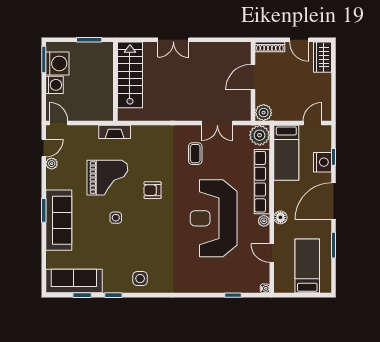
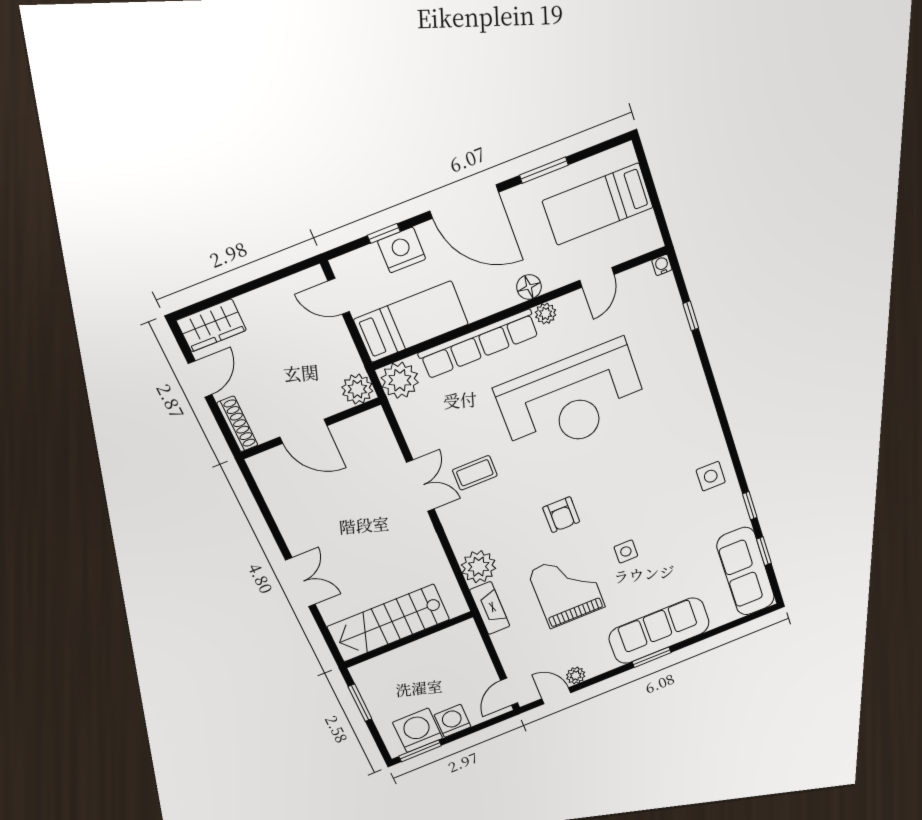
double door: (217, 123) -> (420, 486), moved
plant: (142, 135) -> (479, 567), added

